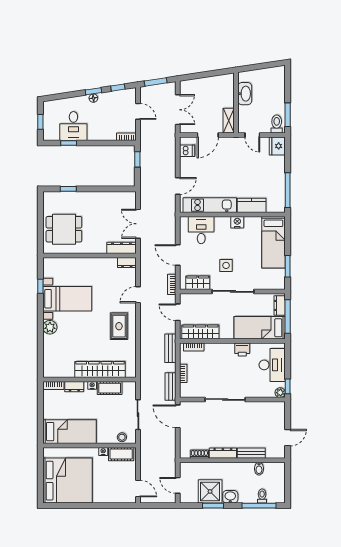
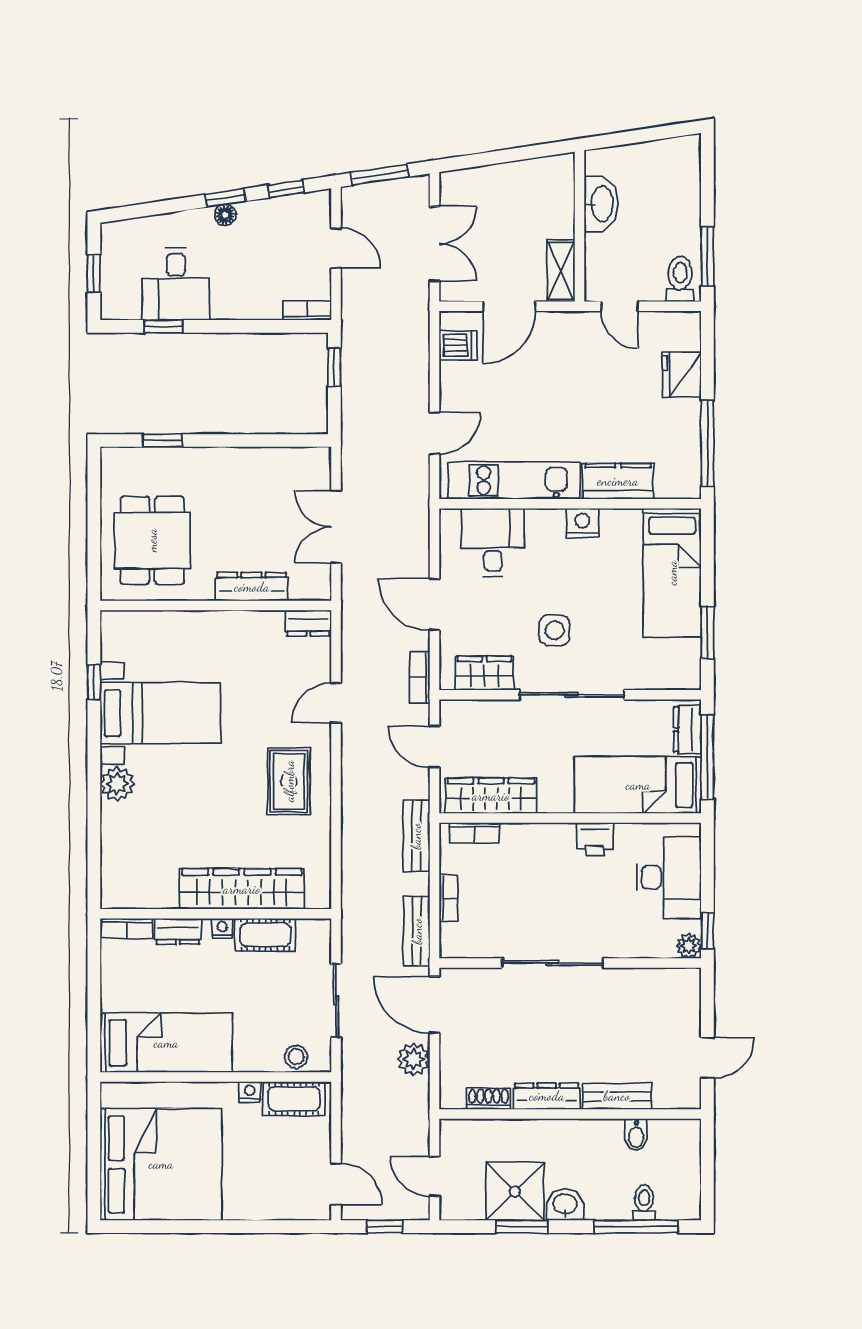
fridge: (277, 146) -> (682, 375), moved
dining table: (64, 229) -> (152, 540), turned 90
dresser: (121, 248) -> (252, 587), moved
plant: (169, 438) -> (414, 1059), added
window: (158, 506) -> (385, 1227), added

